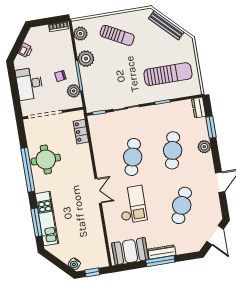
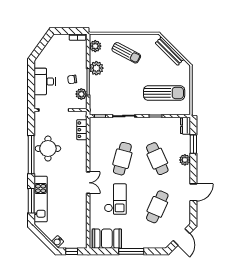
printer: (25, 50) -> (46, 53), removed
cafe table: (173, 150) -> (157, 159), turned -36
dresser: (162, 252) -> (134, 244), removed

